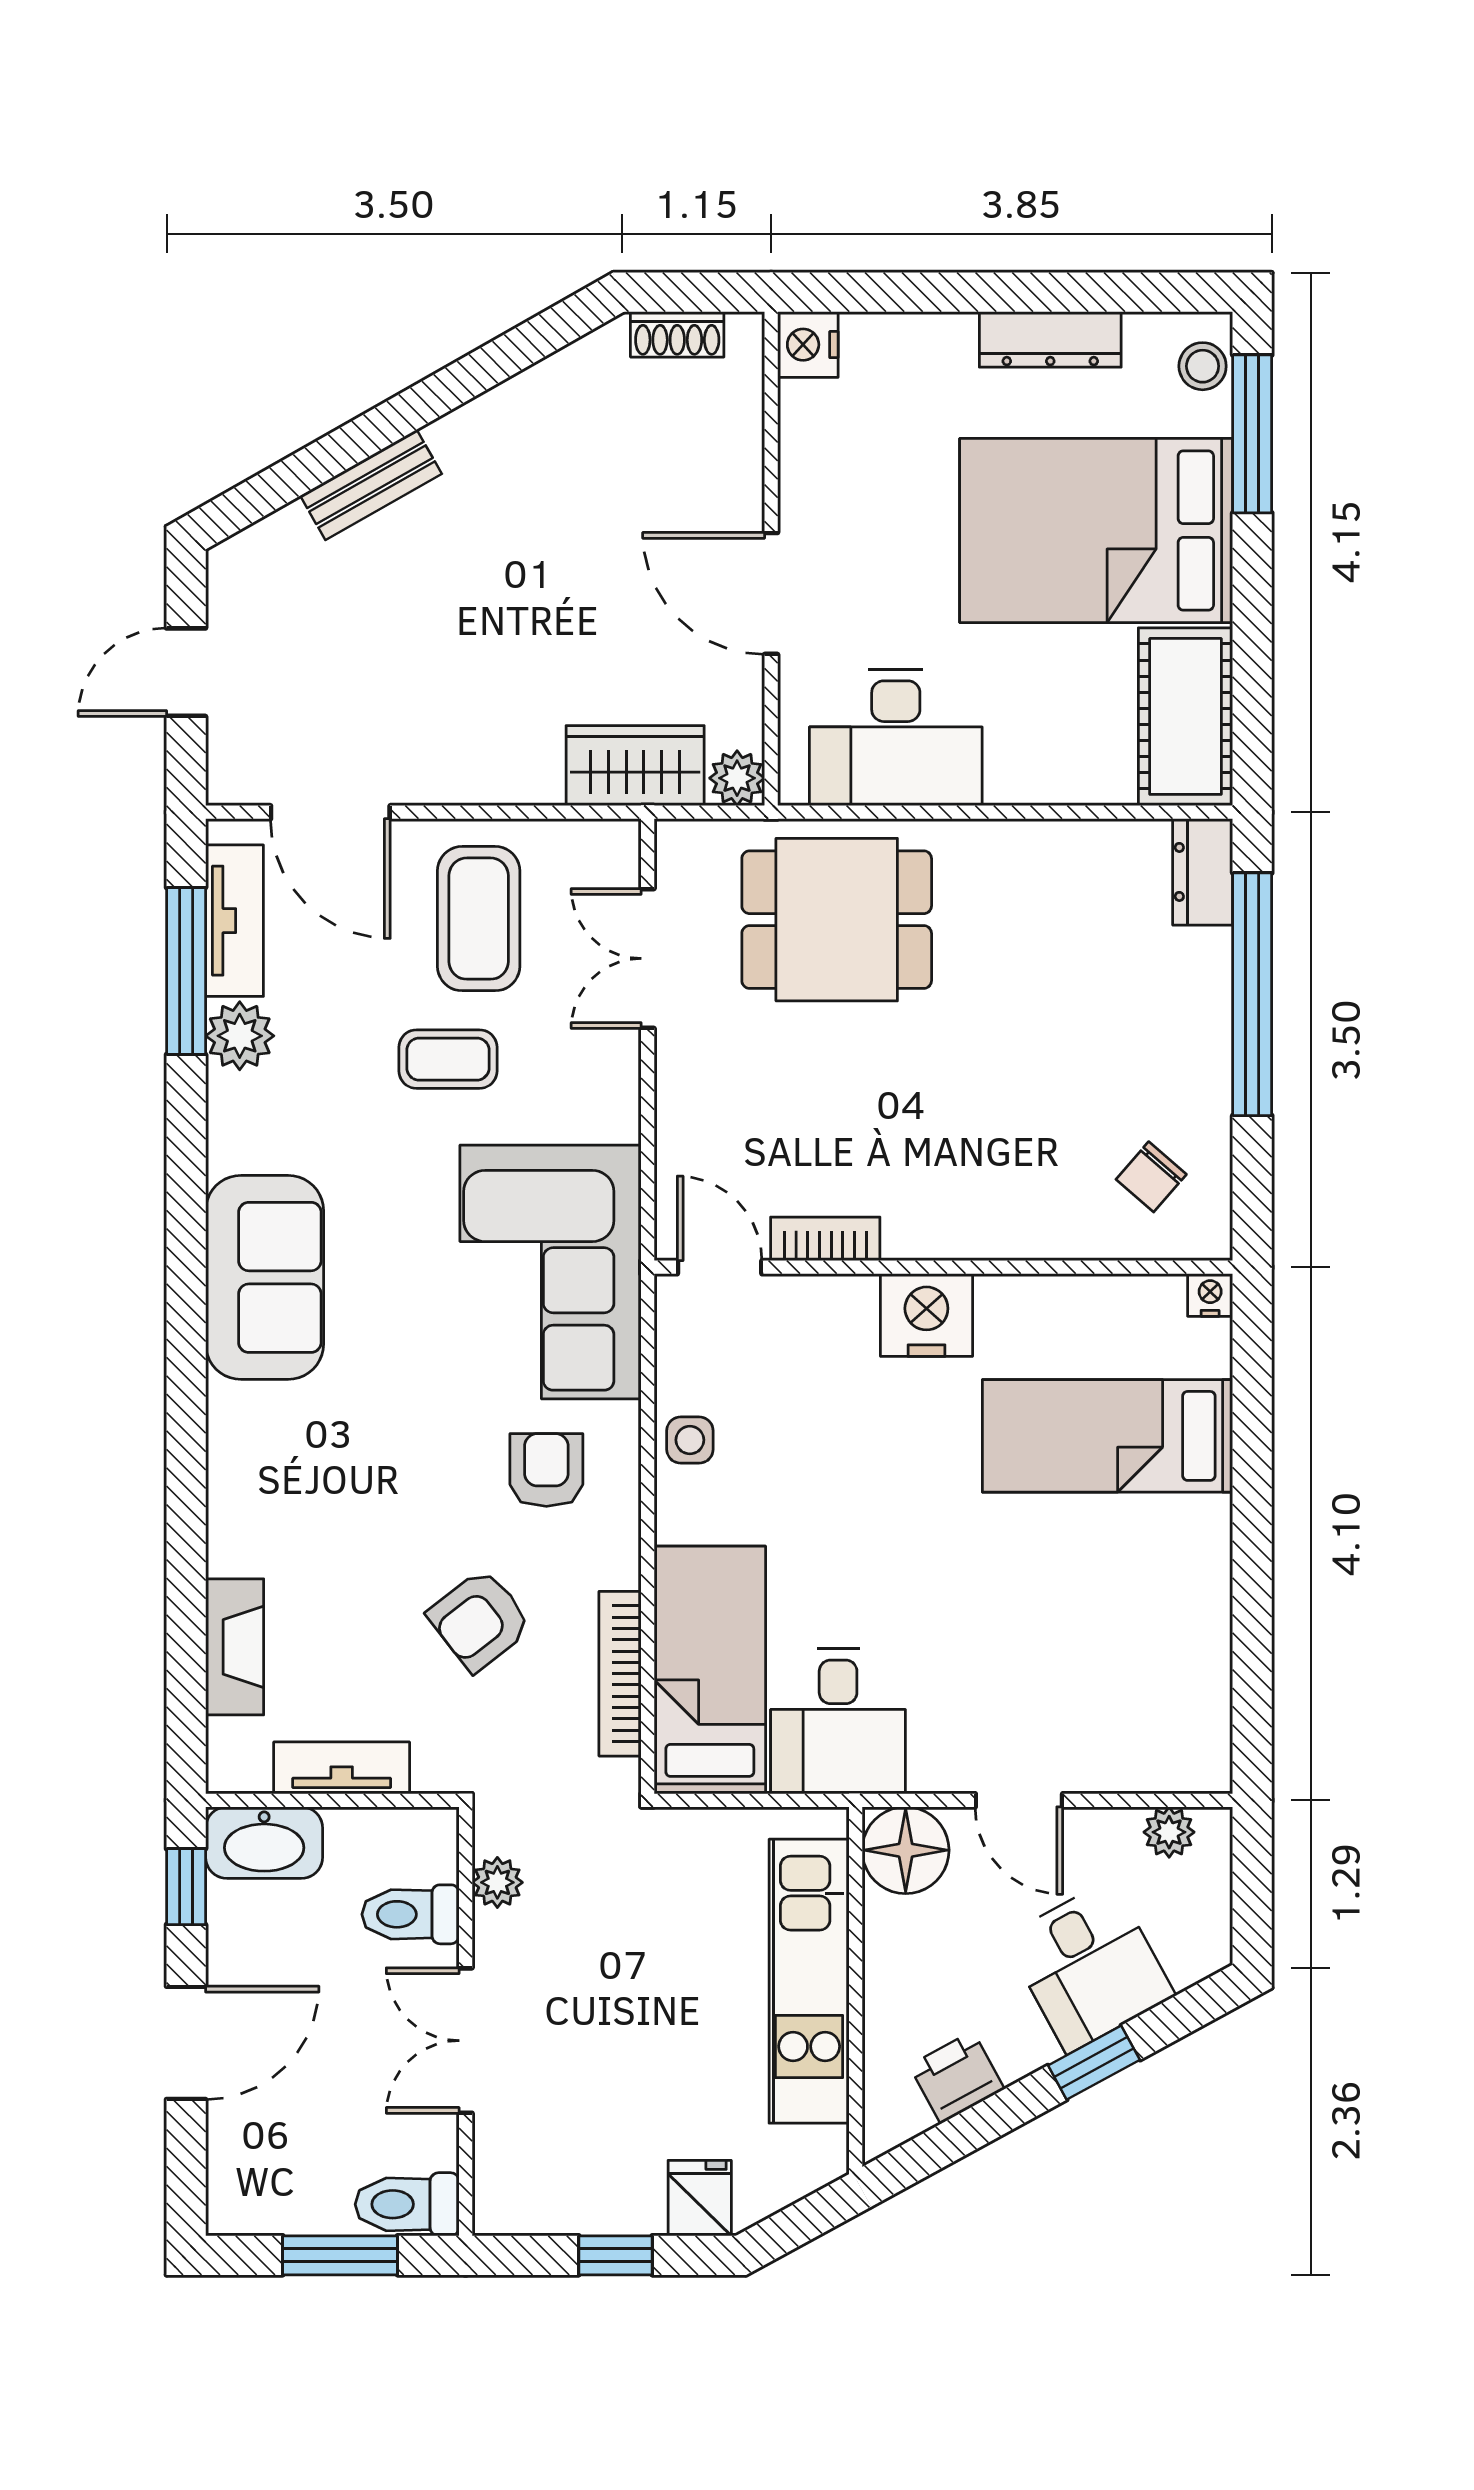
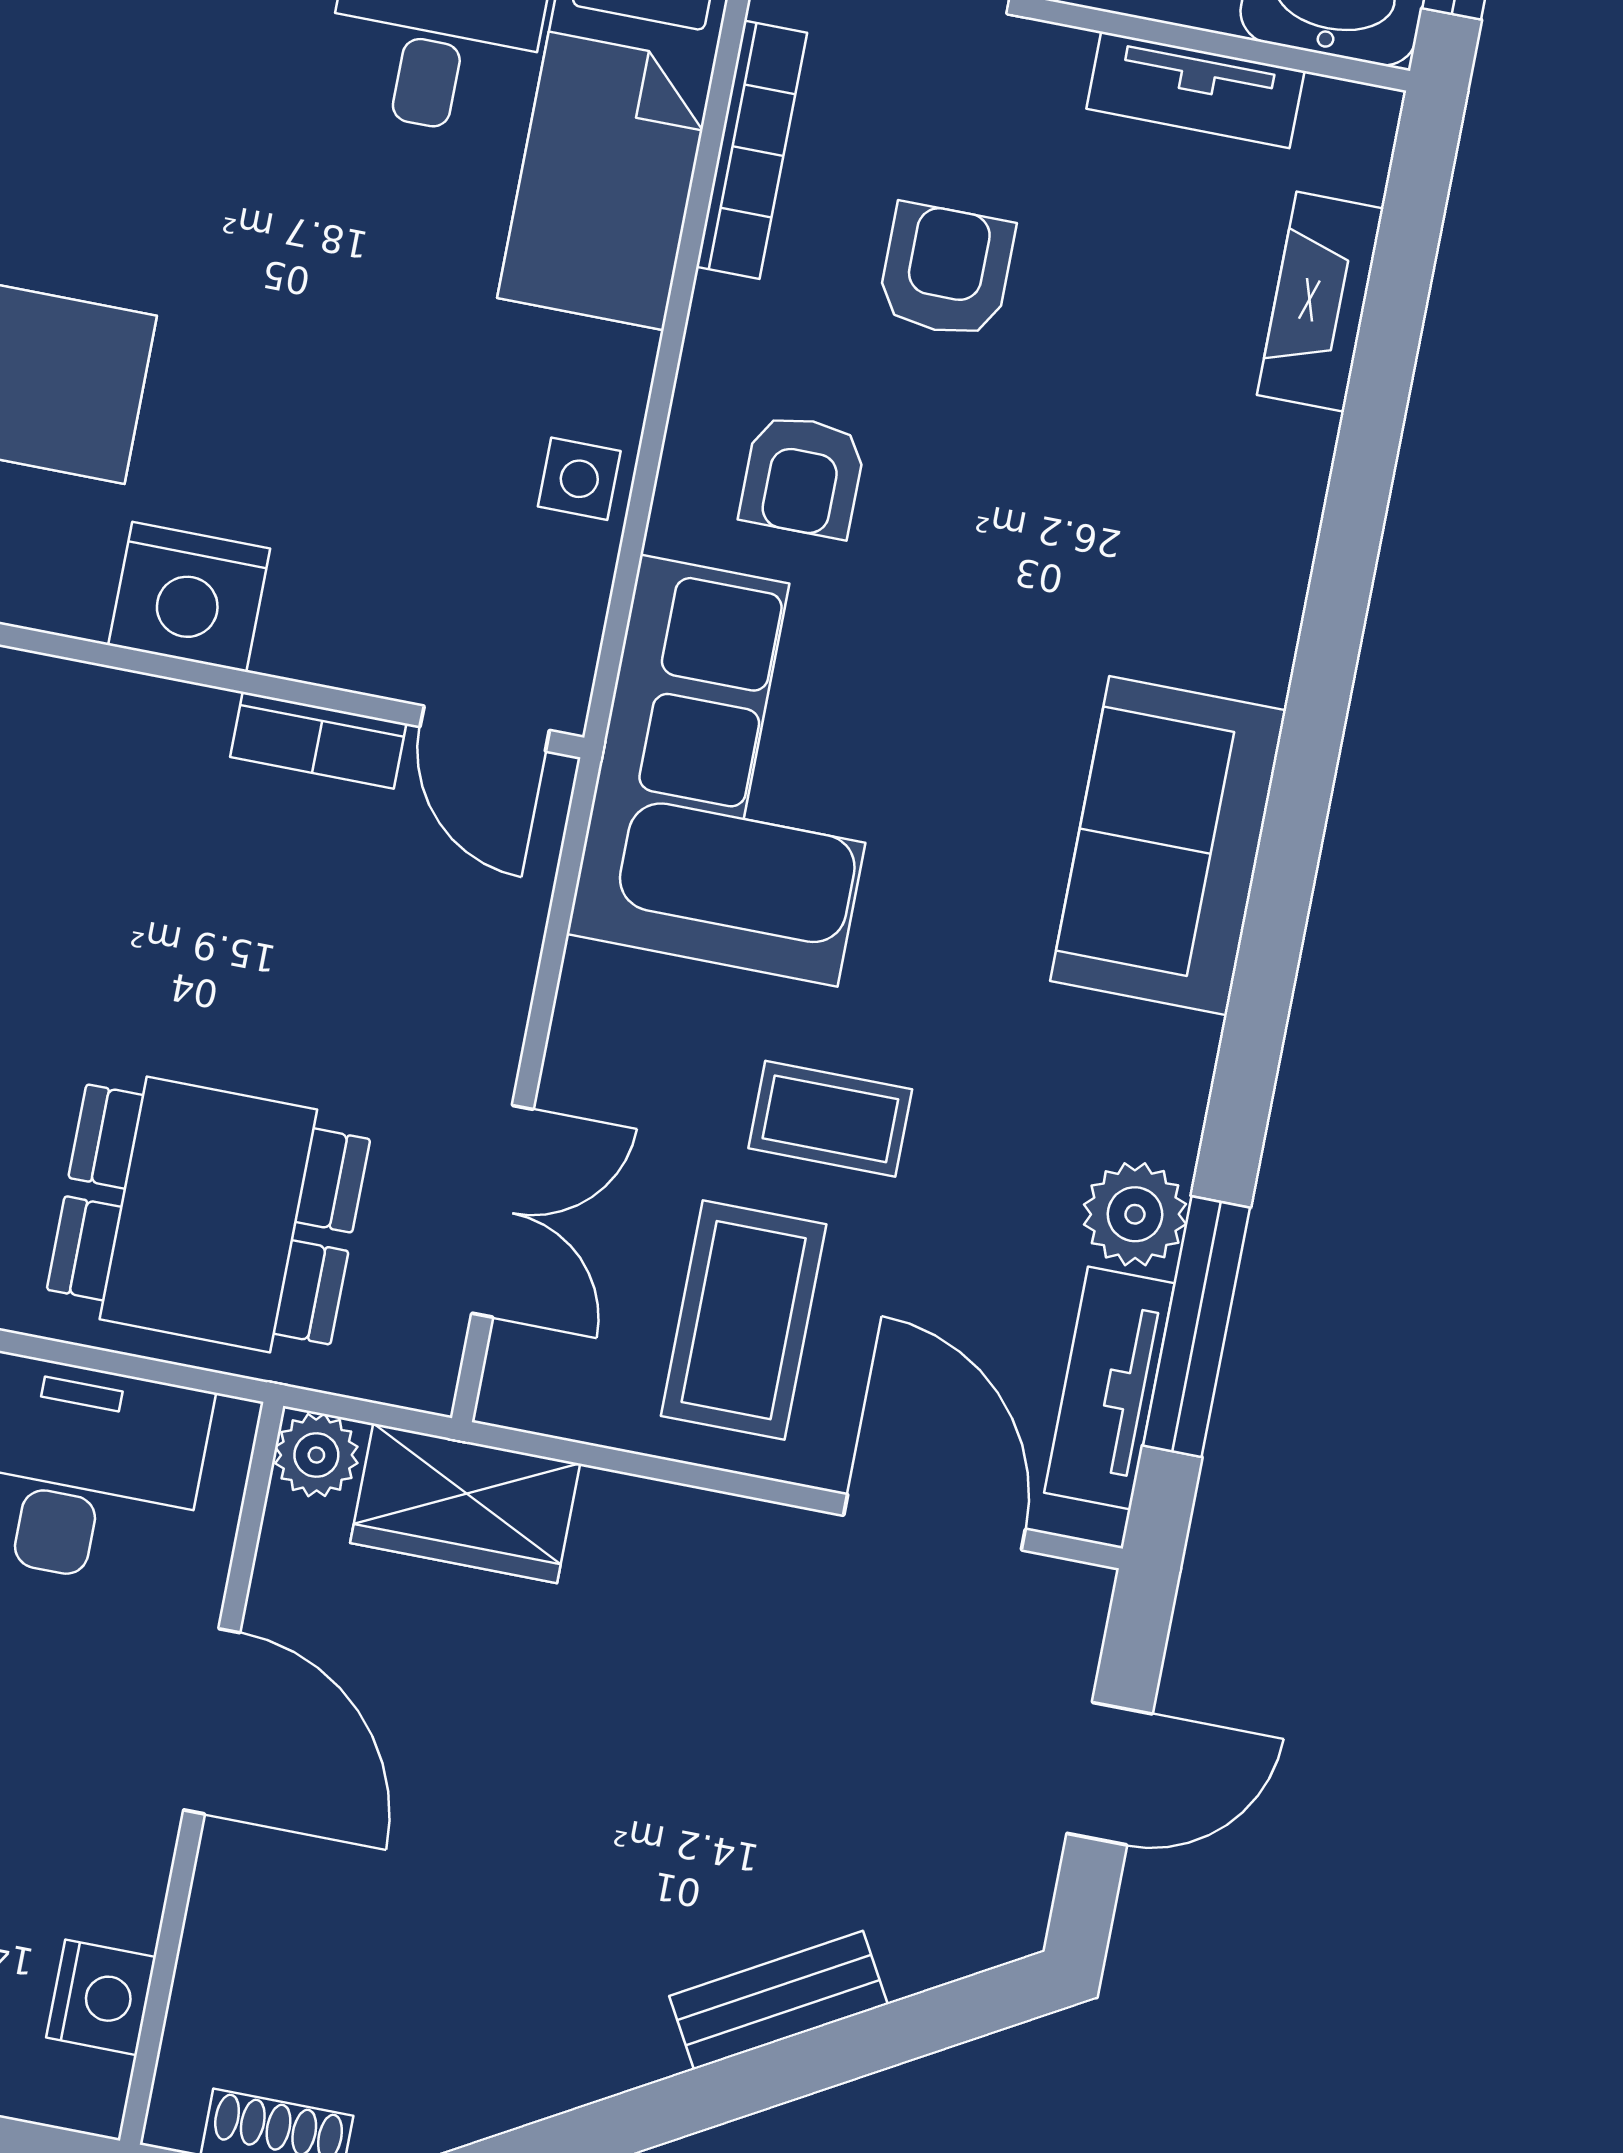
nightstand: (808, 345) -> (101, 1997), moved
armchair: (480, 1620) -> (946, 271), turned -52

